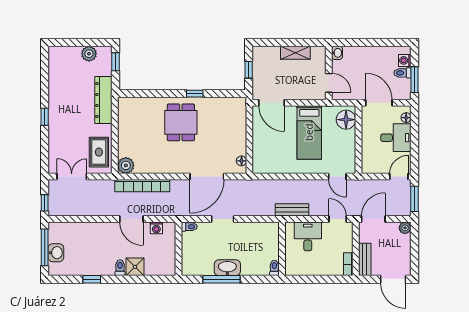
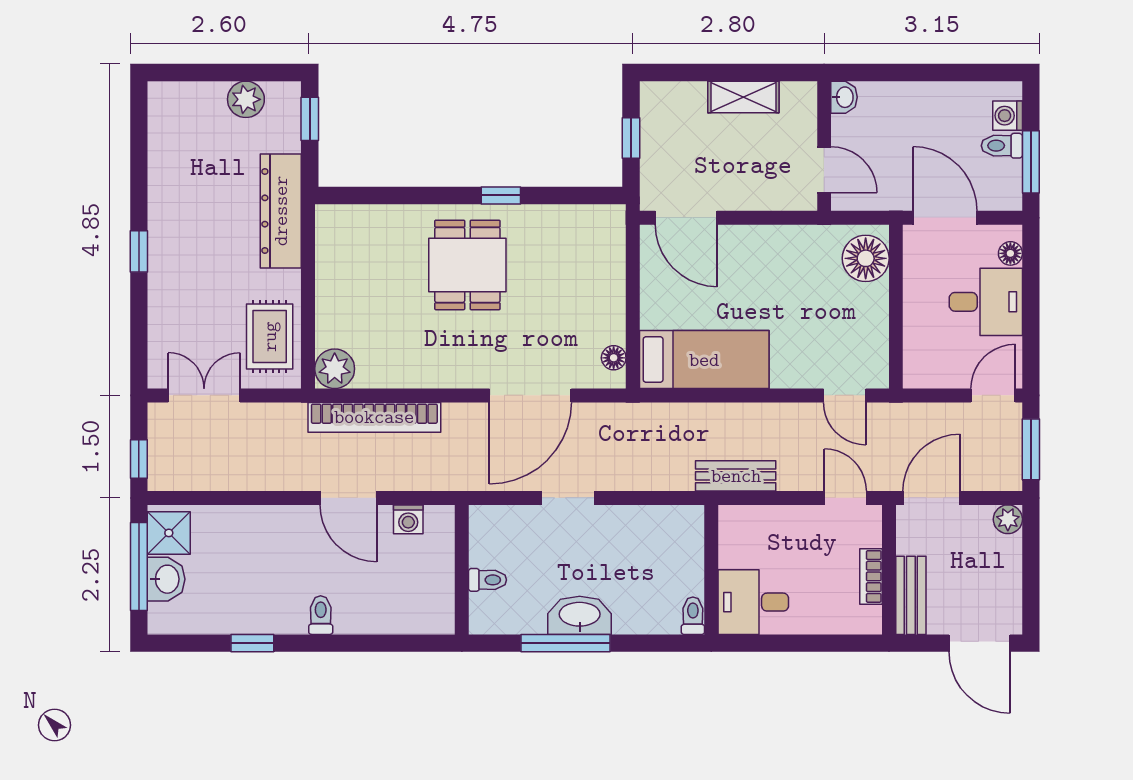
bed: (309, 132) -> (704, 360), moved, turned -90
toilet: (189, 227) -> (488, 580), moved
desk: (308, 236) -> (753, 602), moved, turned -90
bookcase: (348, 264) -> (871, 576), moved
shower: (135, 267) -> (169, 533), moved

